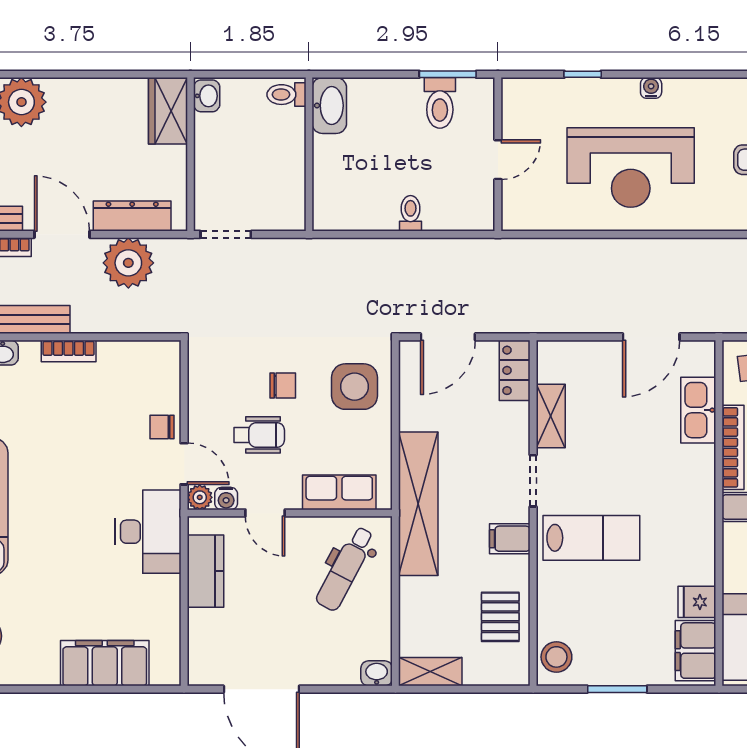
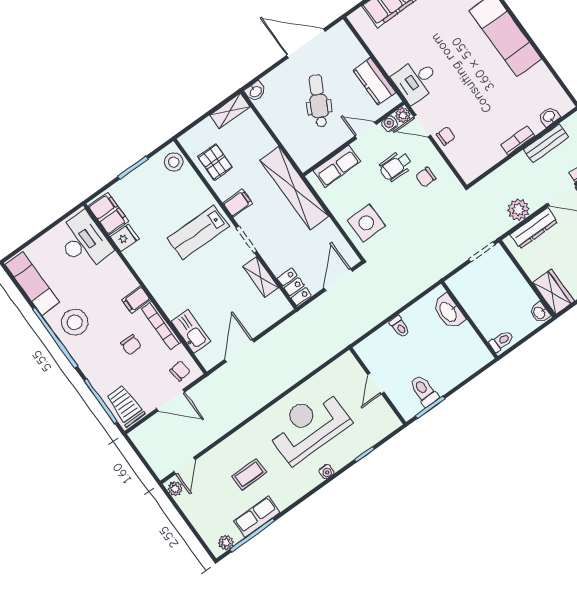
washbasin: (329, 106) -> (449, 312), moved
plant: (128, 263) -> (518, 210), width x0.73, depth x0.73
chair: (283, 385) -> (426, 177), moved
desk: (148, 532) -> (416, 80), width x0.73
dental chair: (345, 569) -> (318, 101), moved

